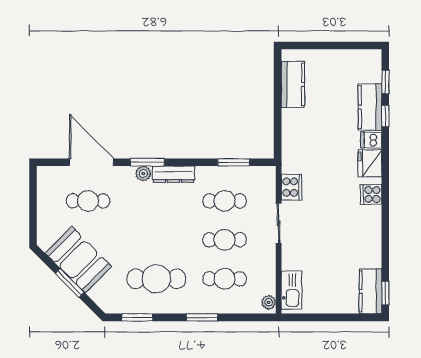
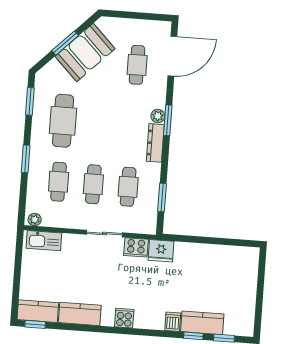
kitchen counter: (293, 84) -> (80, 314), moved, turned 180
door: (91, 162) -> (172, 56), moved
fridge: (370, 163) -> (161, 251), moved, turned 180

